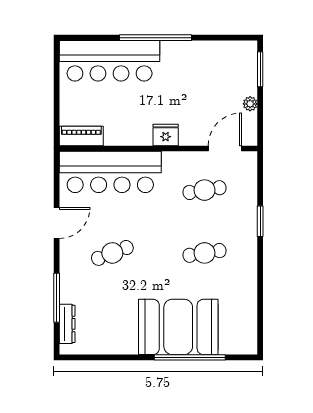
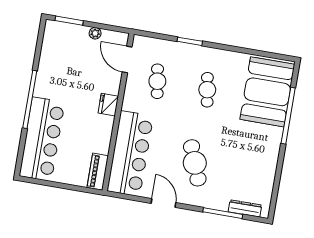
cafe table: (112, 253) -> (195, 163), width x1.37, depth x1.35
booth: (178, 327) -> (267, 92), moved

